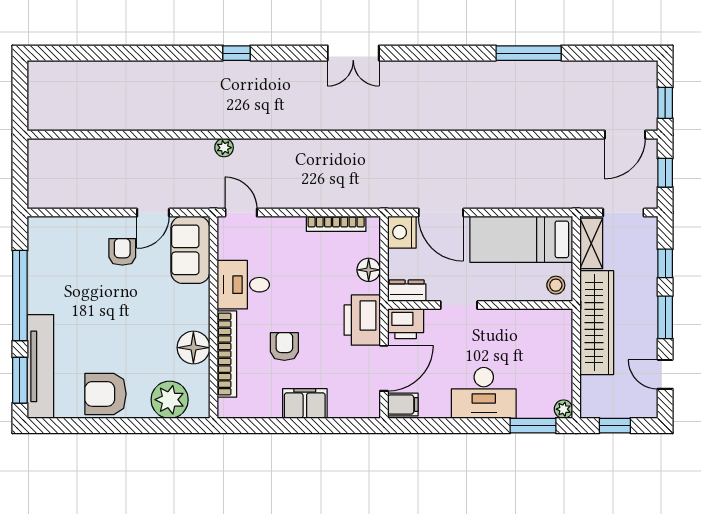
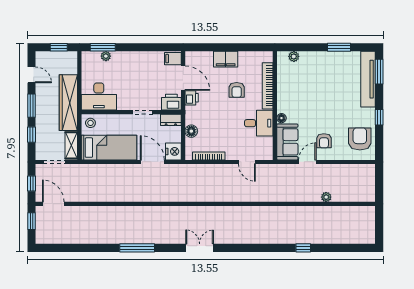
window: (237, 53) -> (303, 248), moved
window: (529, 53) -> (137, 248), moved
door: (625, 135) -> (53, 204), hinge flipped
plant: (224, 148) -> (326, 197), moved
door: (241, 213) -> (247, 162), moved
window: (20, 296) -> (379, 117), width x0.32
printer: (362, 320) -> (192, 98), width x0.53, depth x0.68
floor lamp: (193, 348) -> (281, 118), moved, width x0.53, depth x0.53
door: (384, 368) -> (183, 78), swing flipped
desk: (484, 393) -> (99, 96), moved, turned 180
armchair: (106, 394) -> (360, 139), moved, turned -90
plant: (170, 400) -> (294, 56), width x0.53, depth x0.53
plant: (563, 409) -> (106, 56), moved
window: (94, 426) -> (339, 47), added

